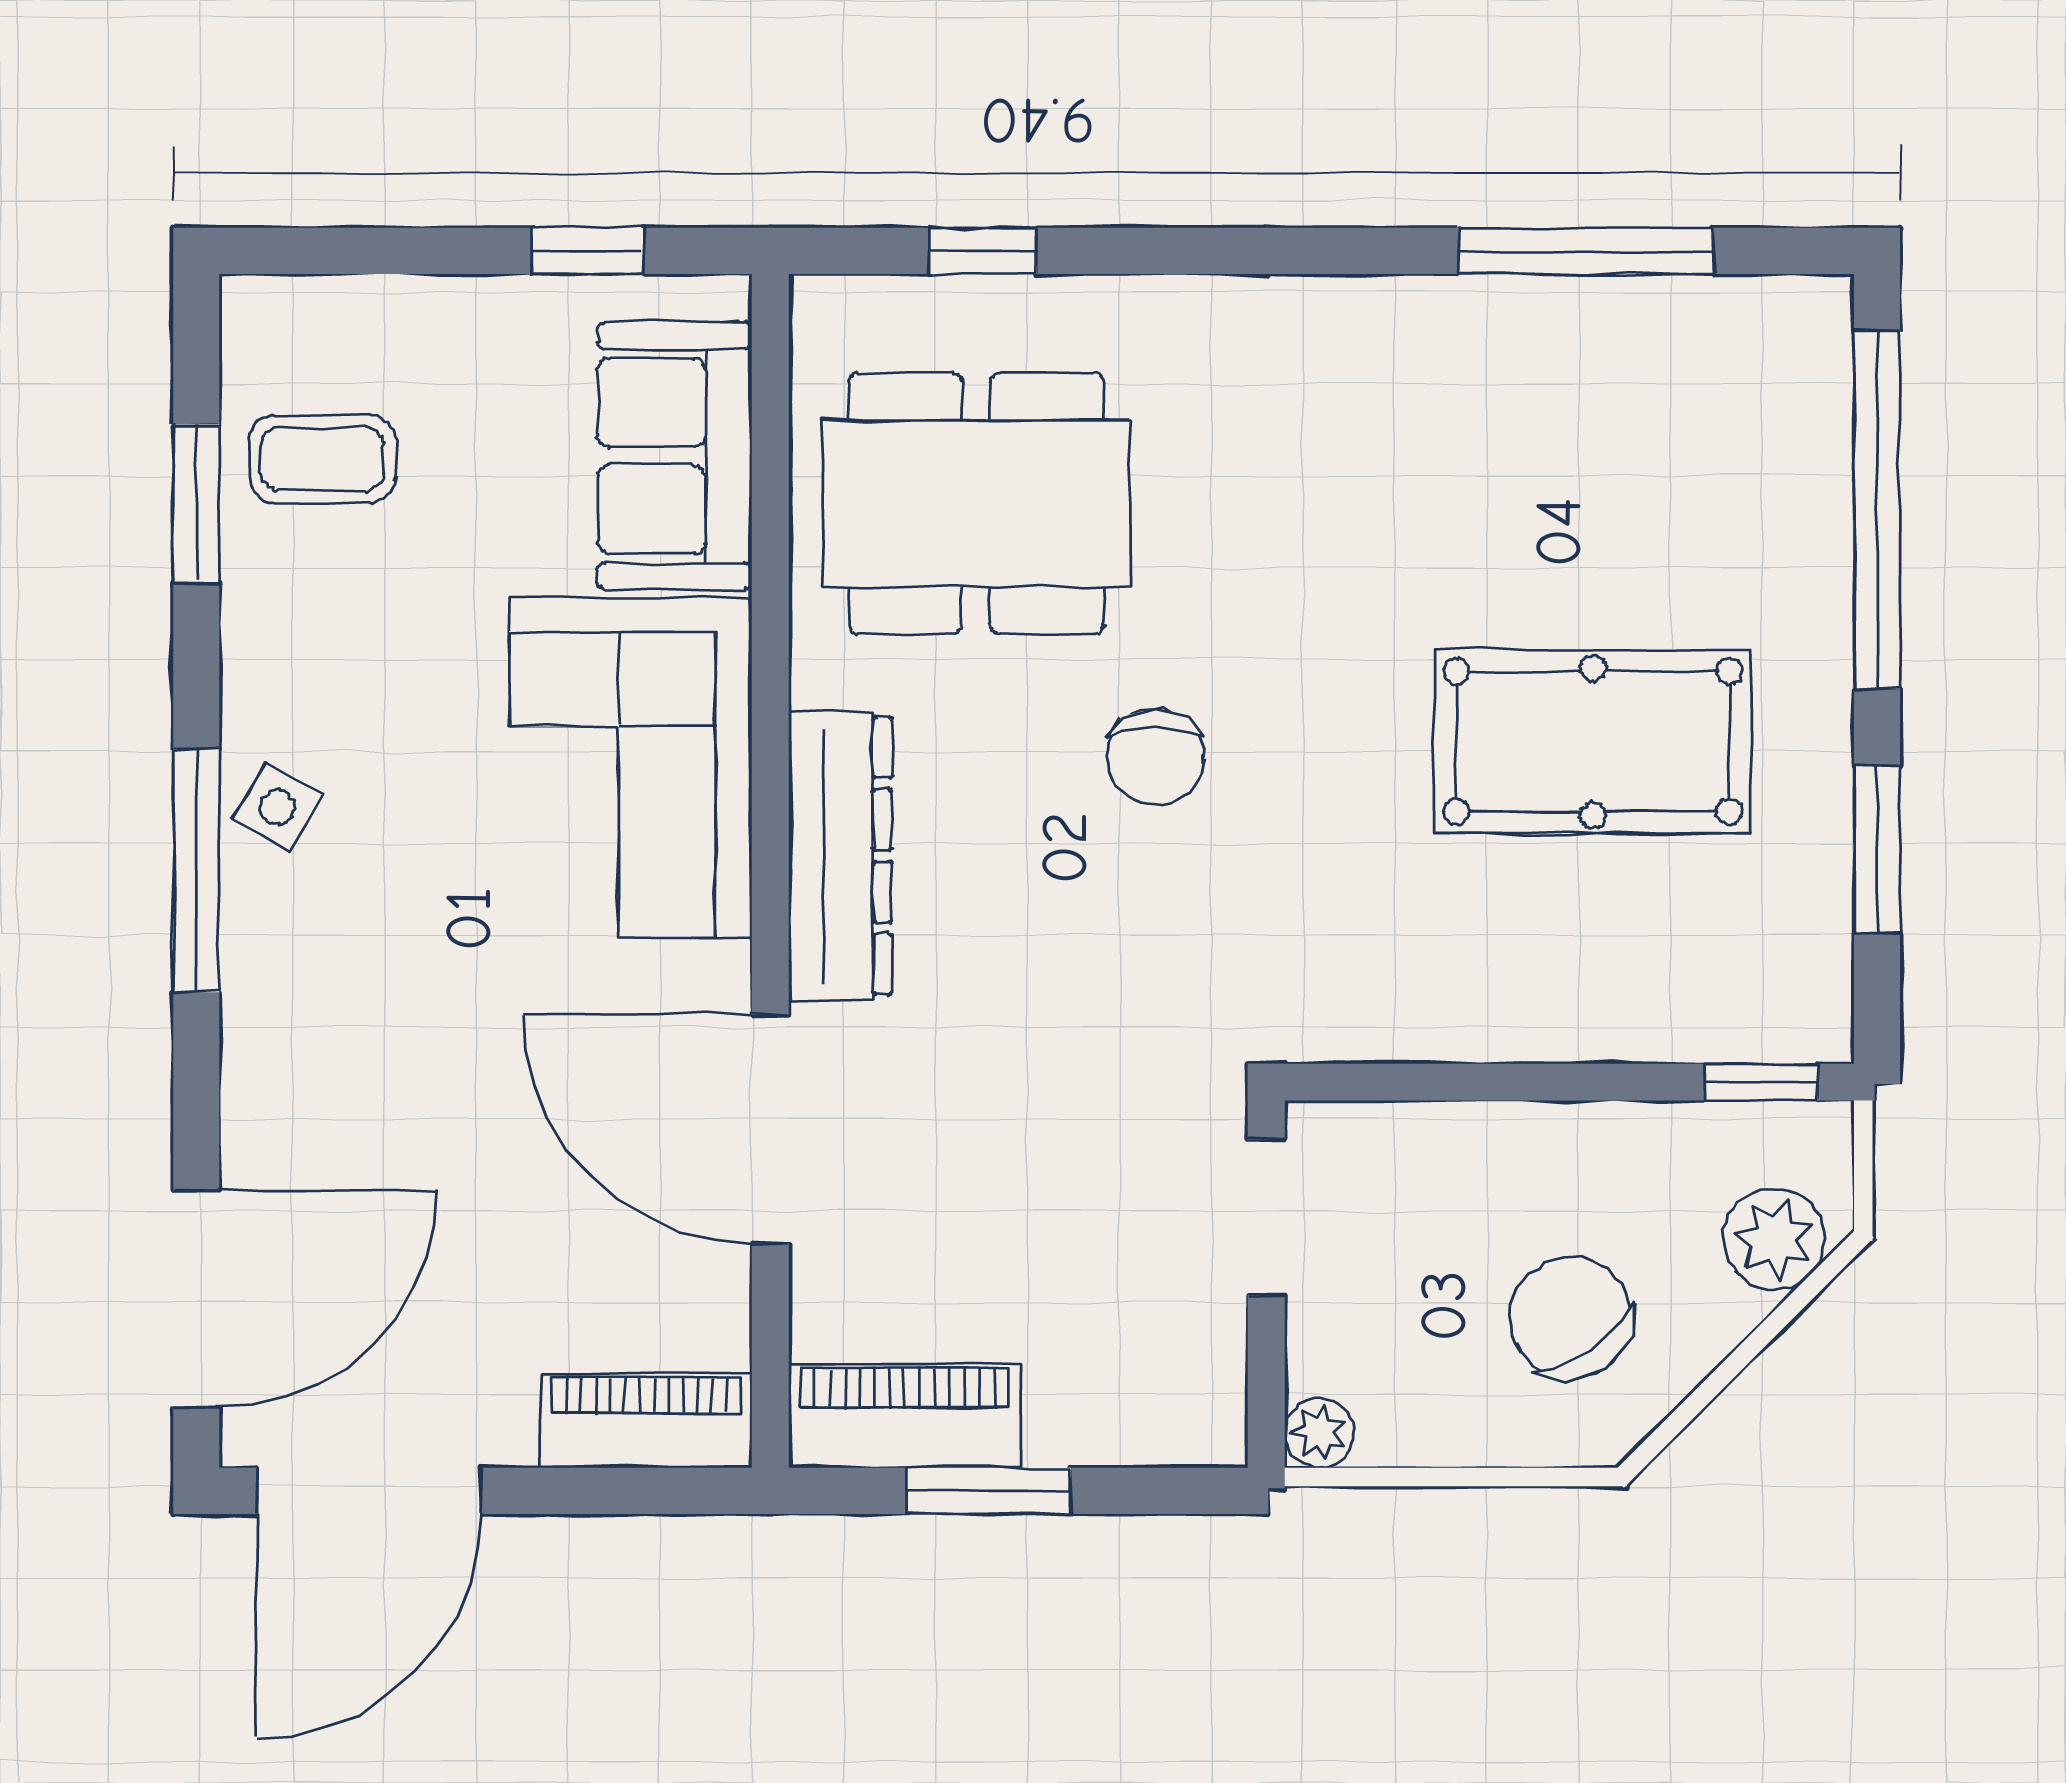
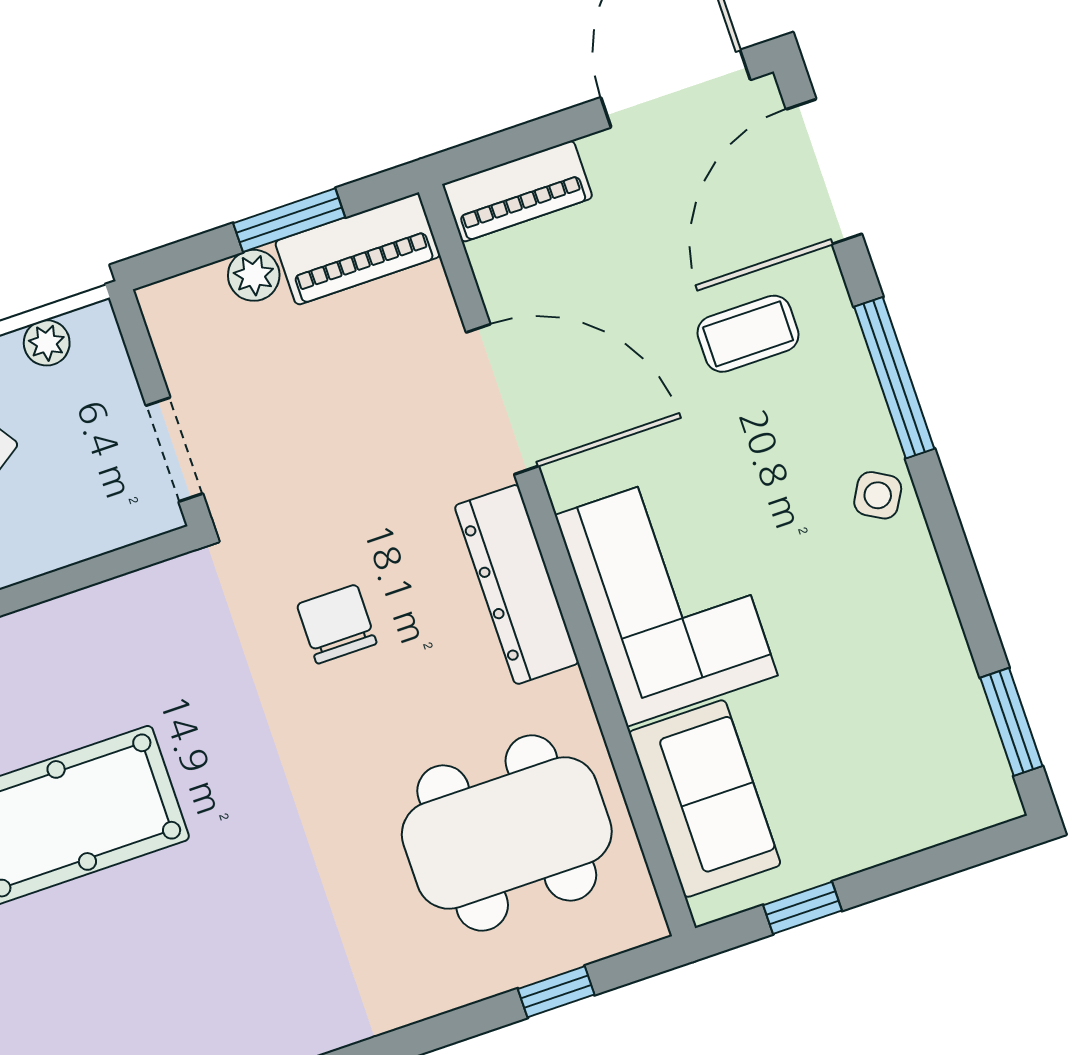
coffee table: (322, 459) -> (748, 334), moved
window: (196, 504) -> (1011, 722), moved
chair: (1156, 757) -> (337, 624), moved
window: (196, 871) -> (894, 378), moved
plant: (1067, 1429) -> (254, 275), added
plant: (1319, 1433) -> (47, 343), moved

